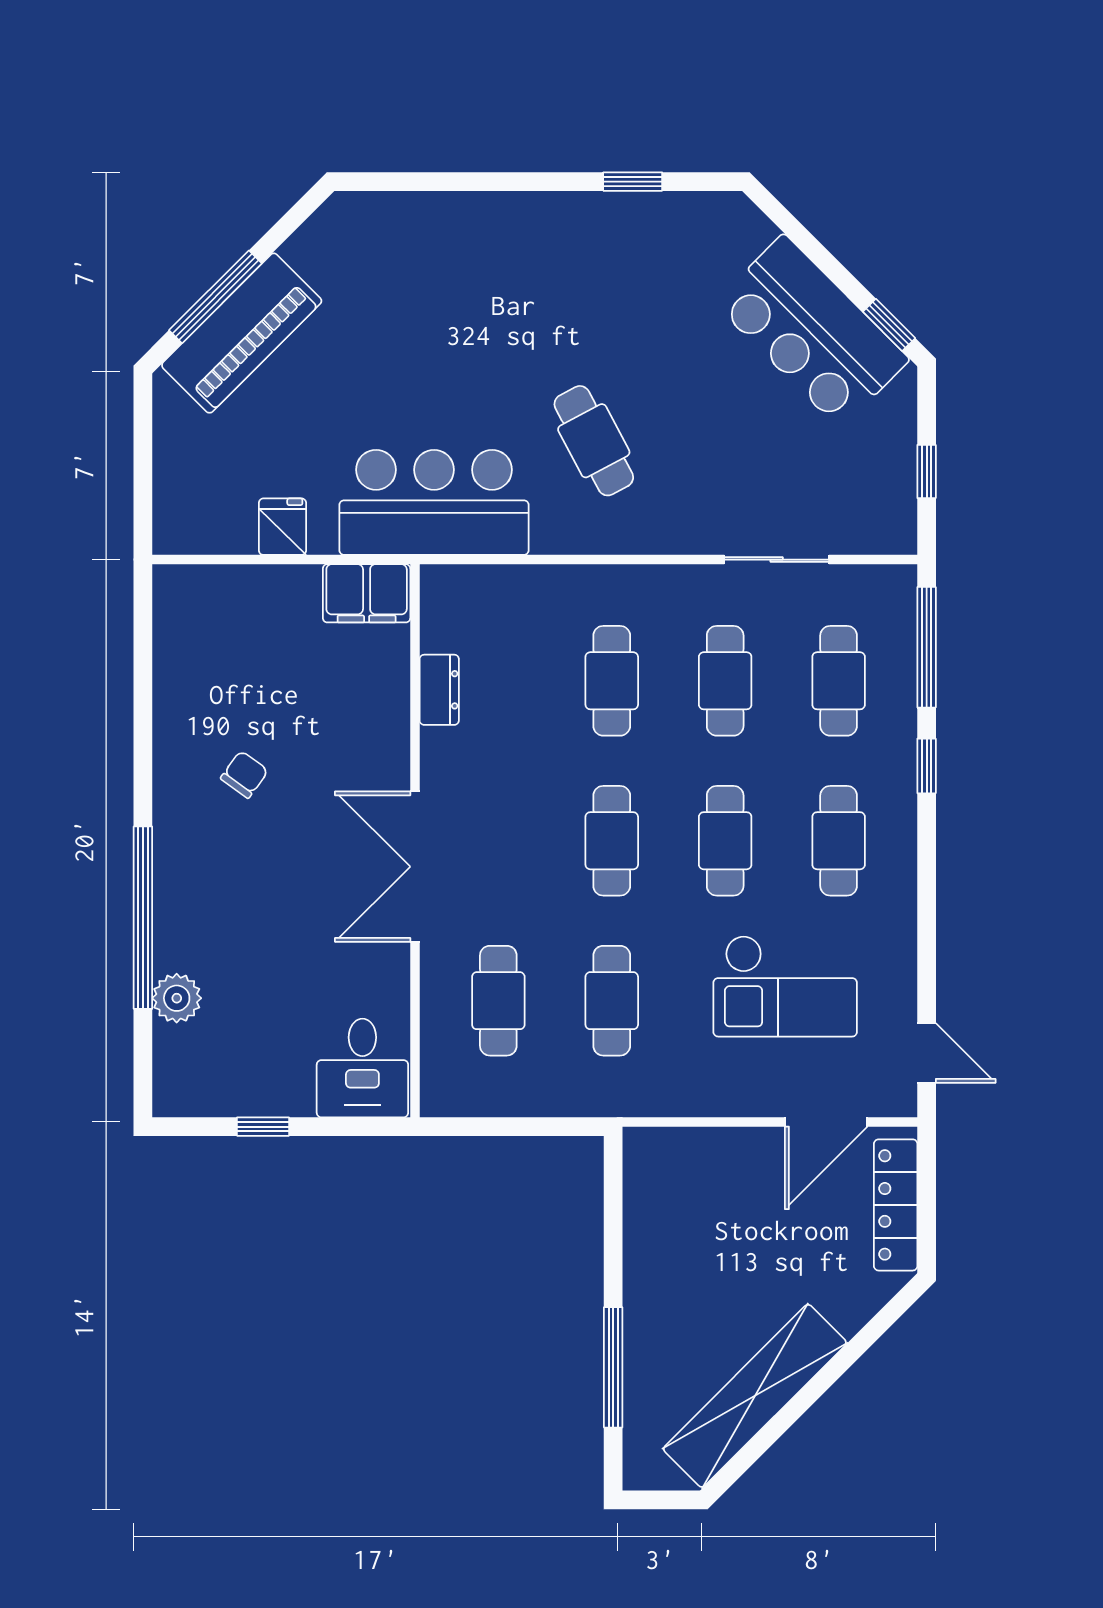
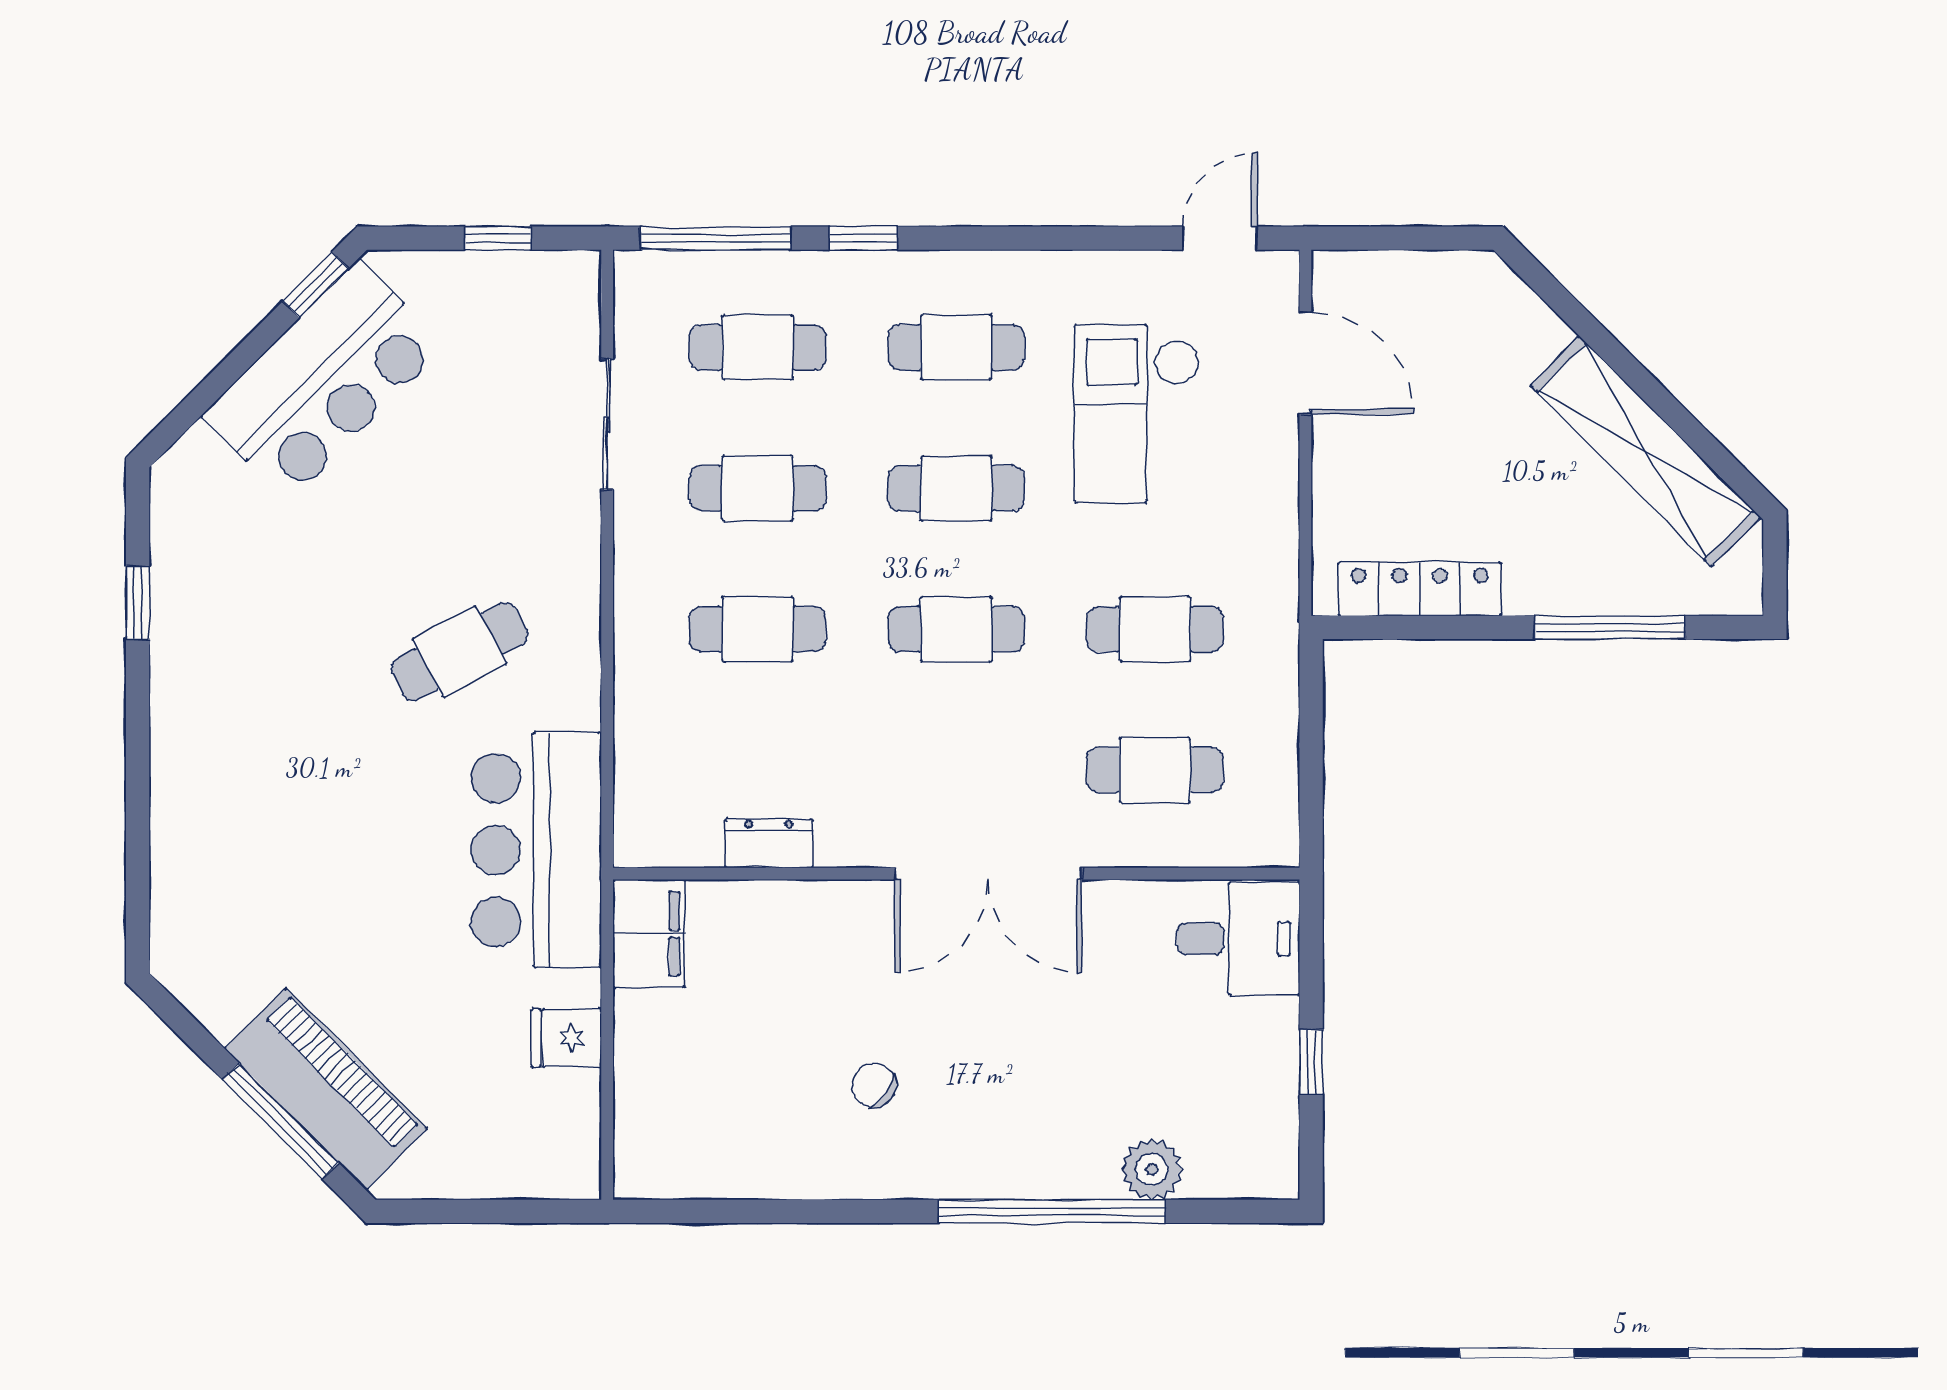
checkout: (785, 986) -> (1137, 414), turned 180
locker: (896, 1205) -> (1420, 589), moved, turned 180

